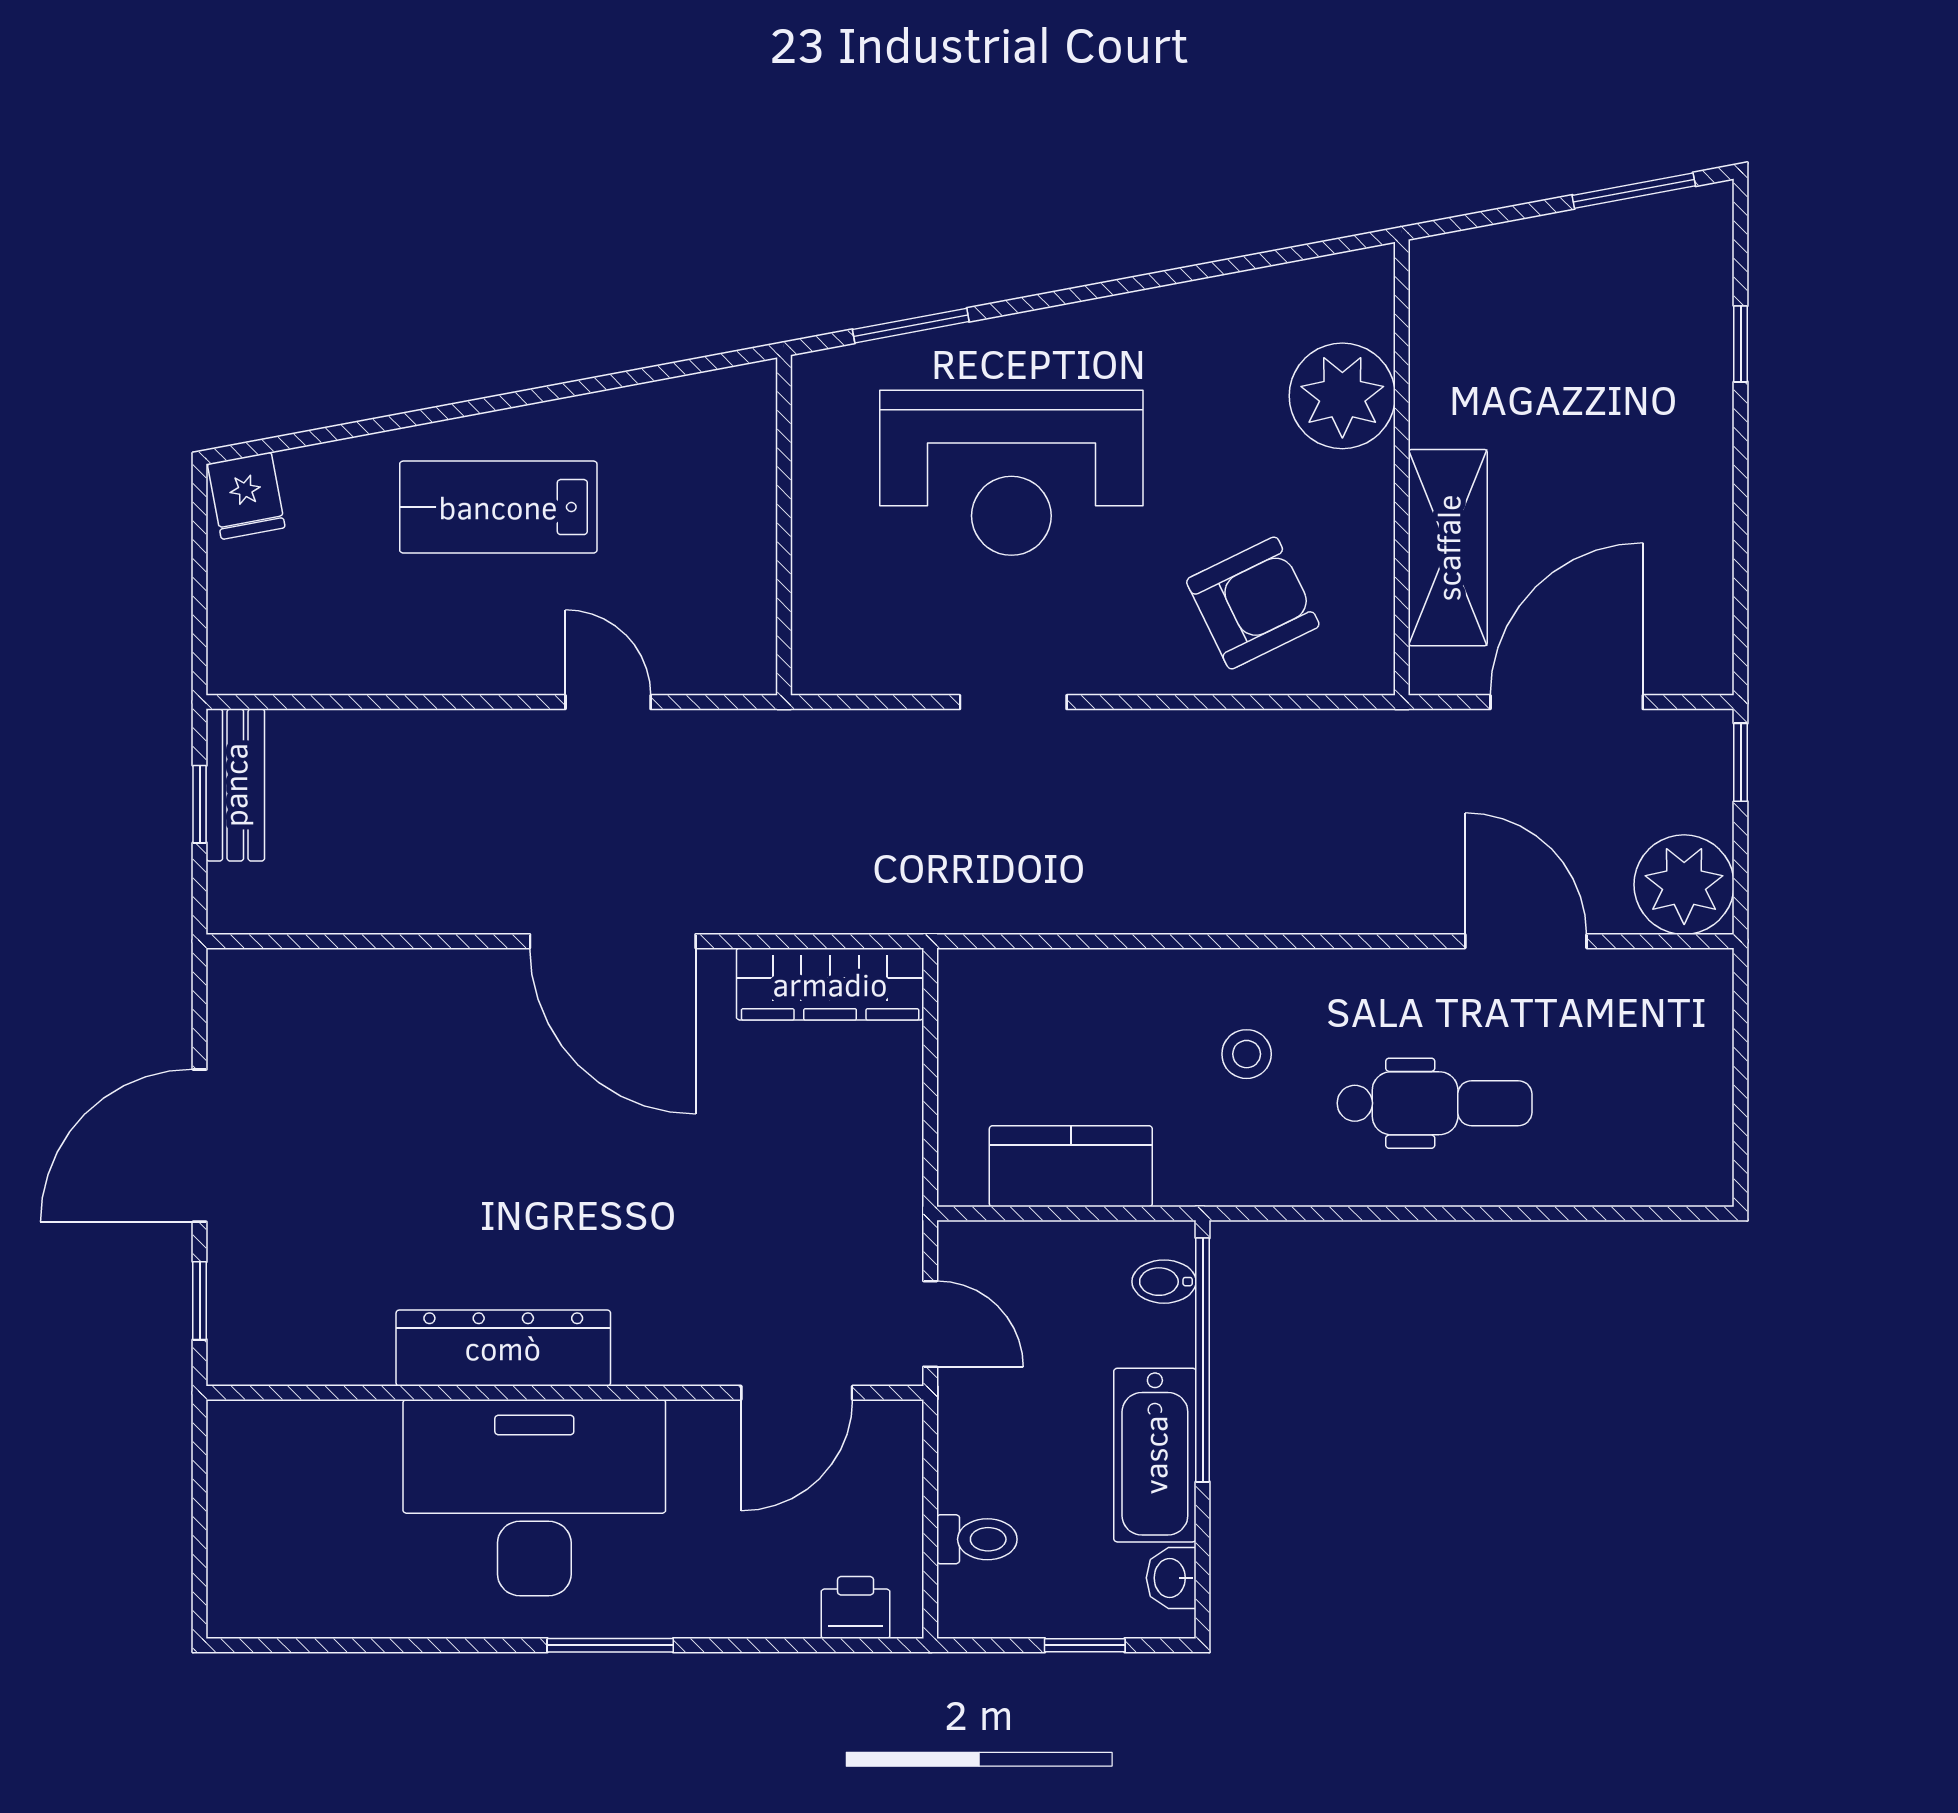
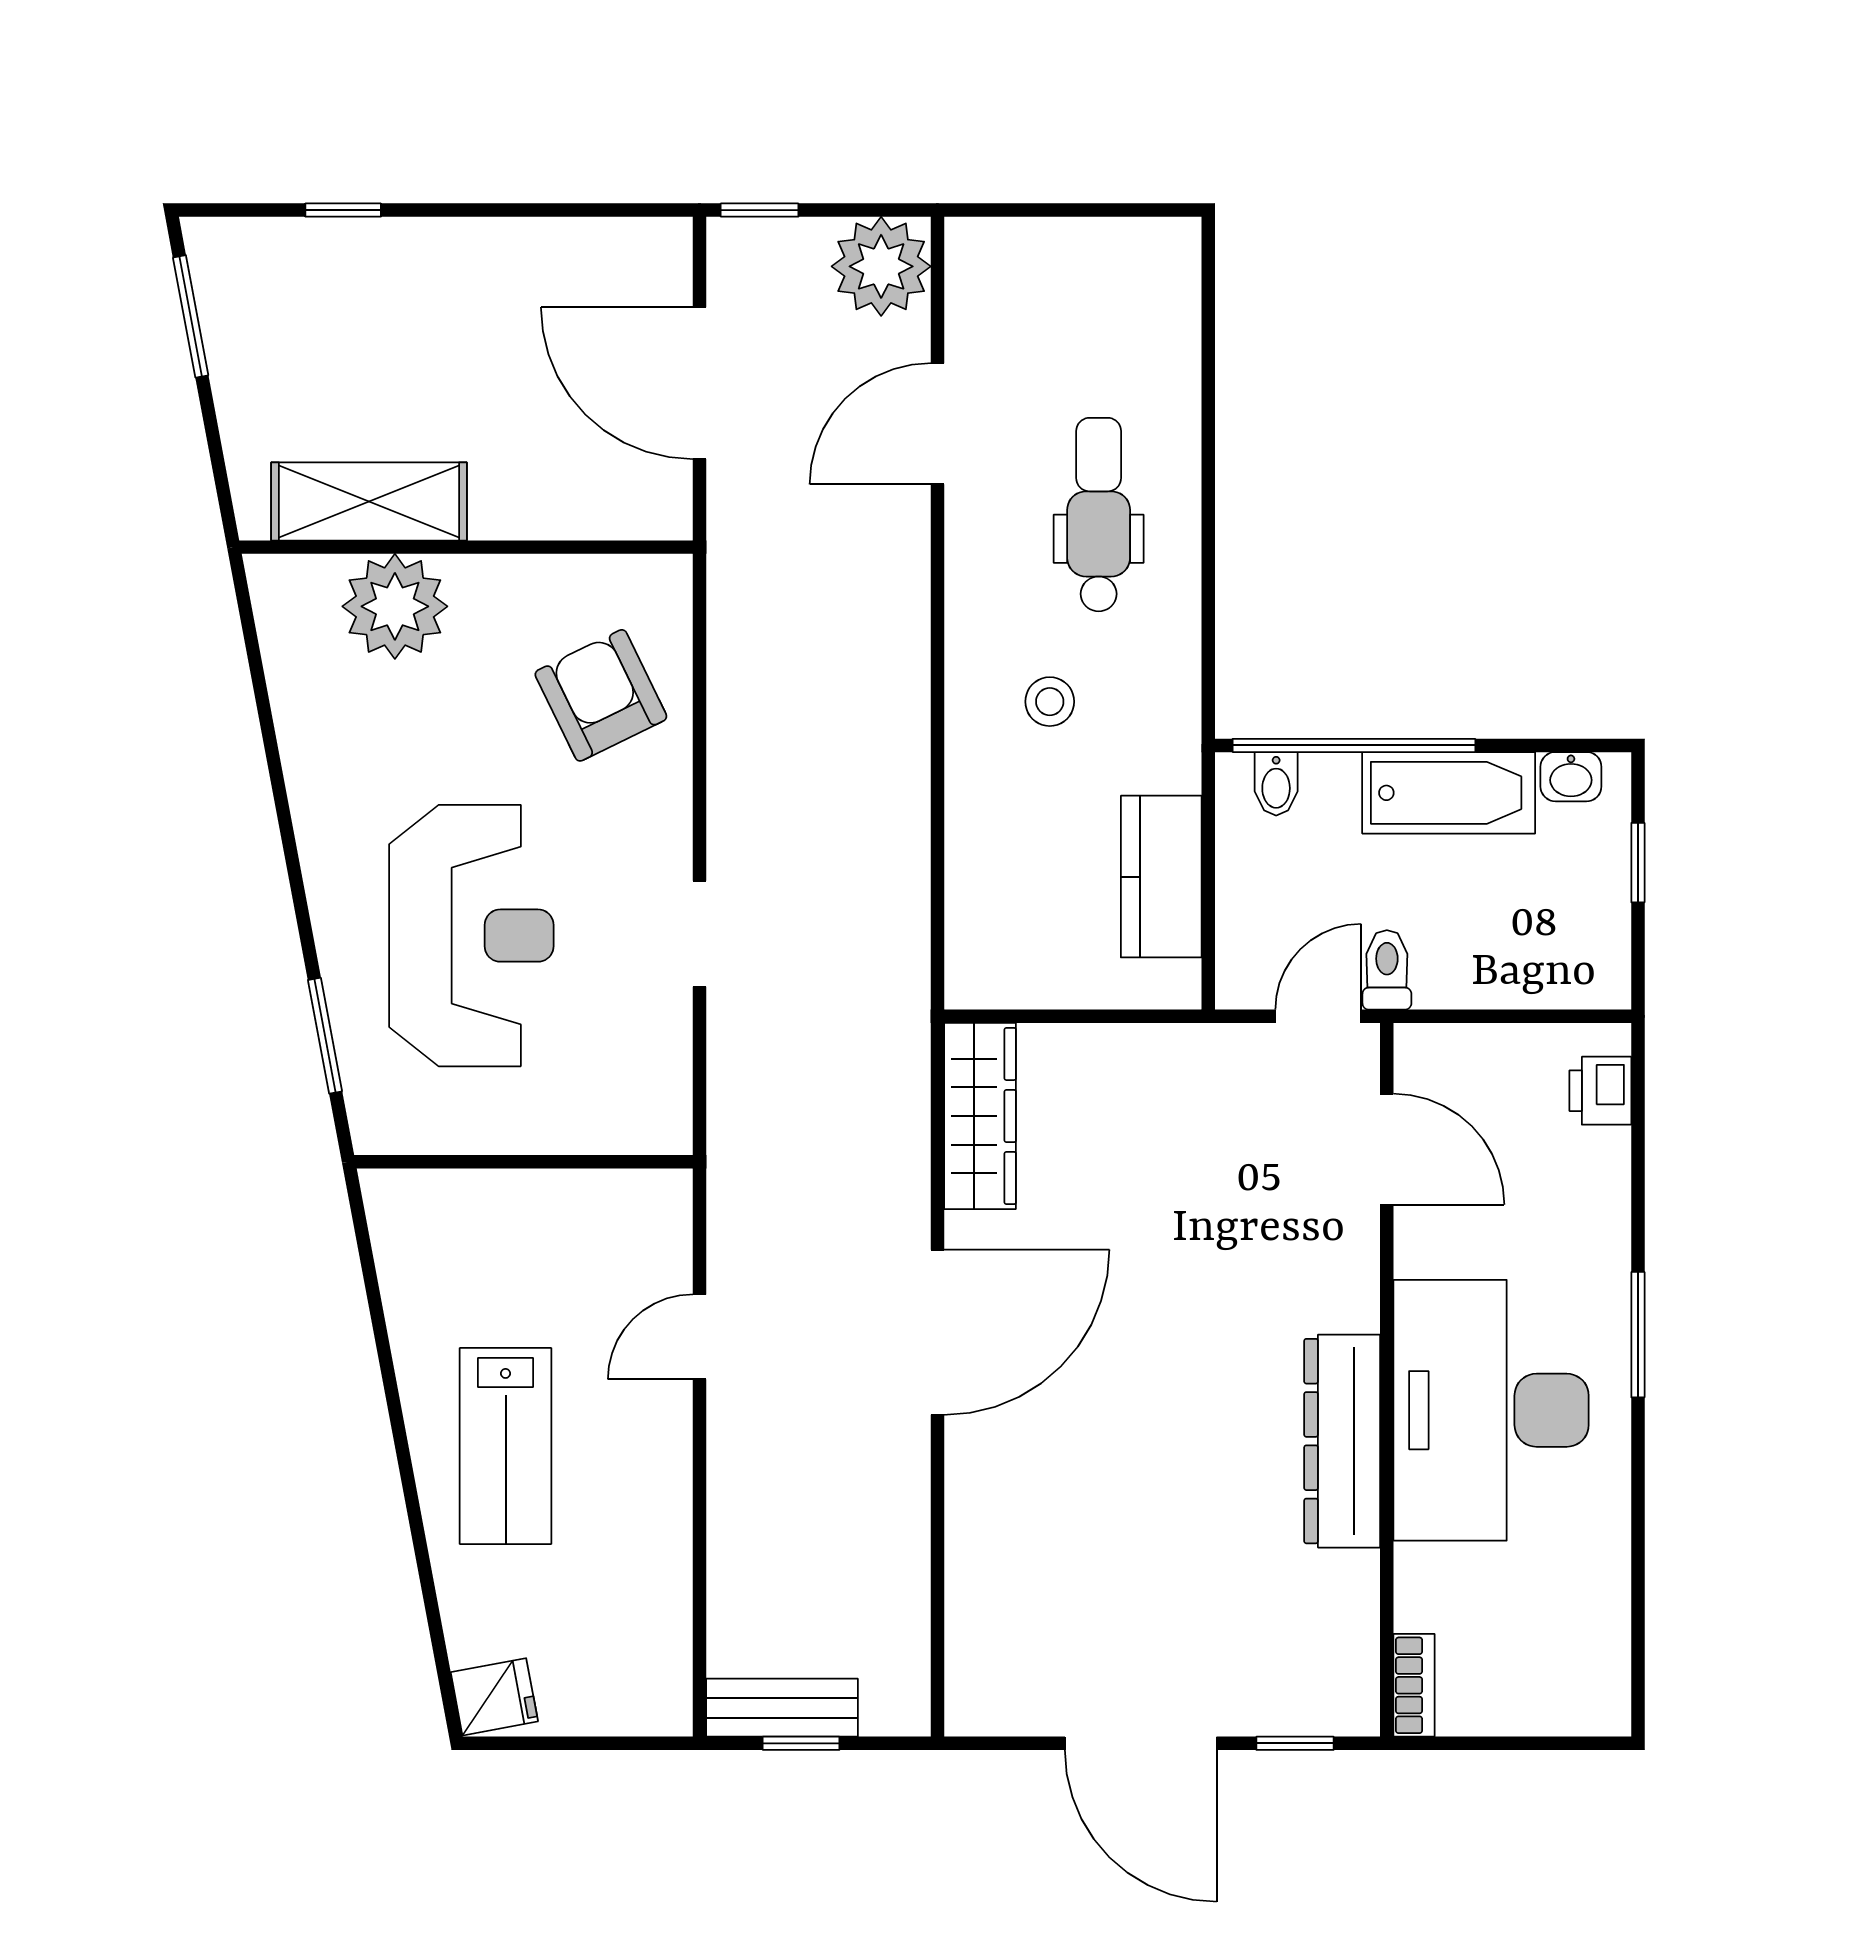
shelving: (1448, 548) -> (369, 501), moved
bookcase: (258, 1420) -> (1414, 1685), added
toilet: (977, 1539) -> (1387, 970), moved

